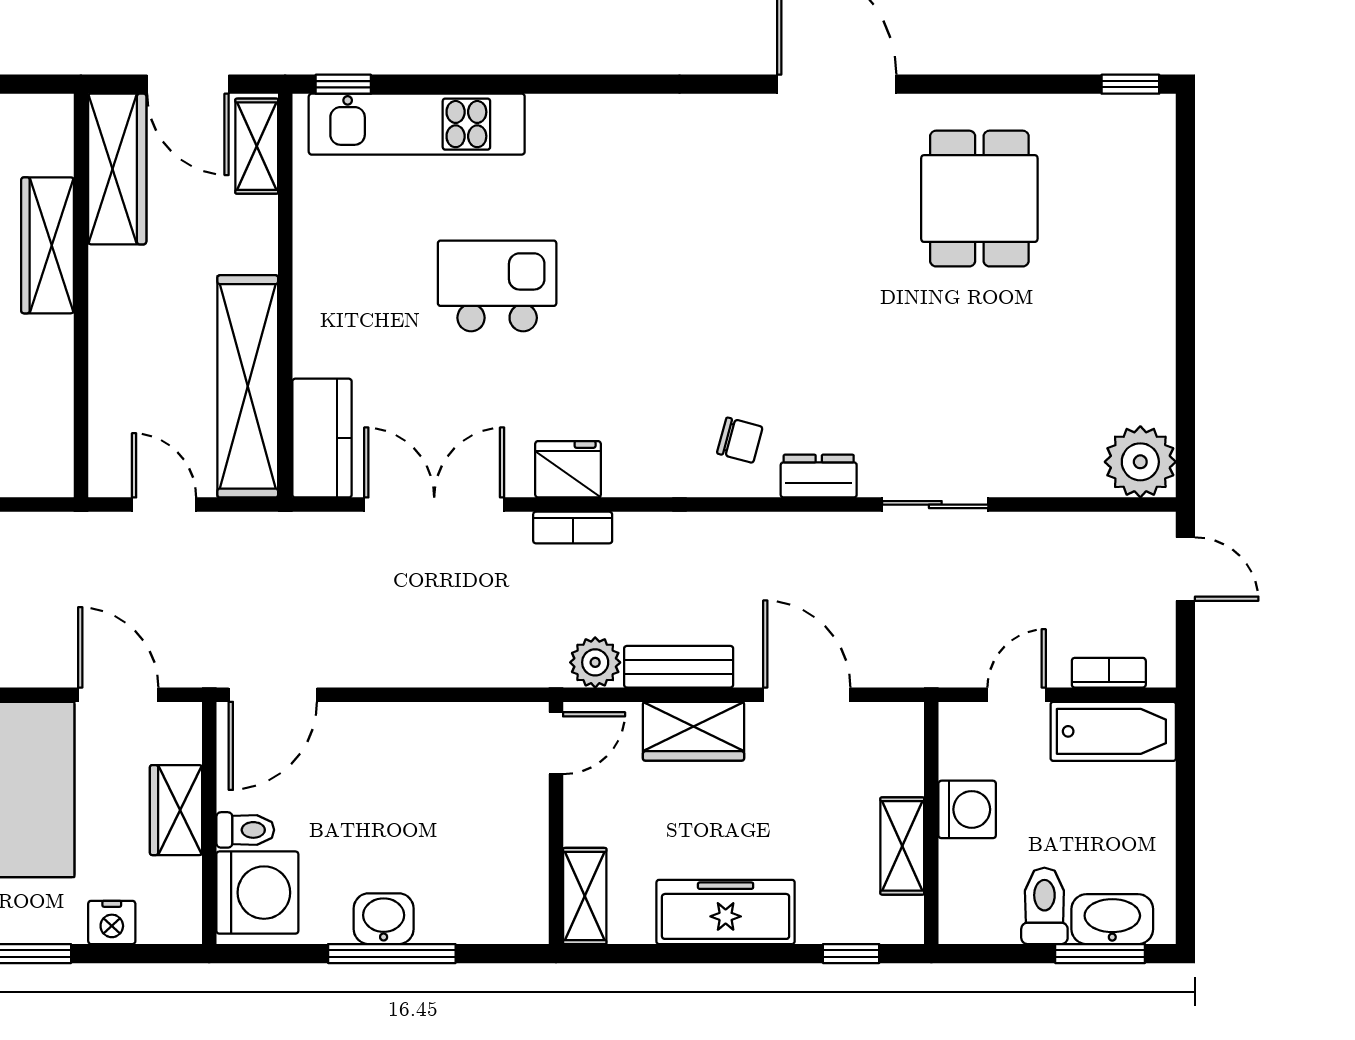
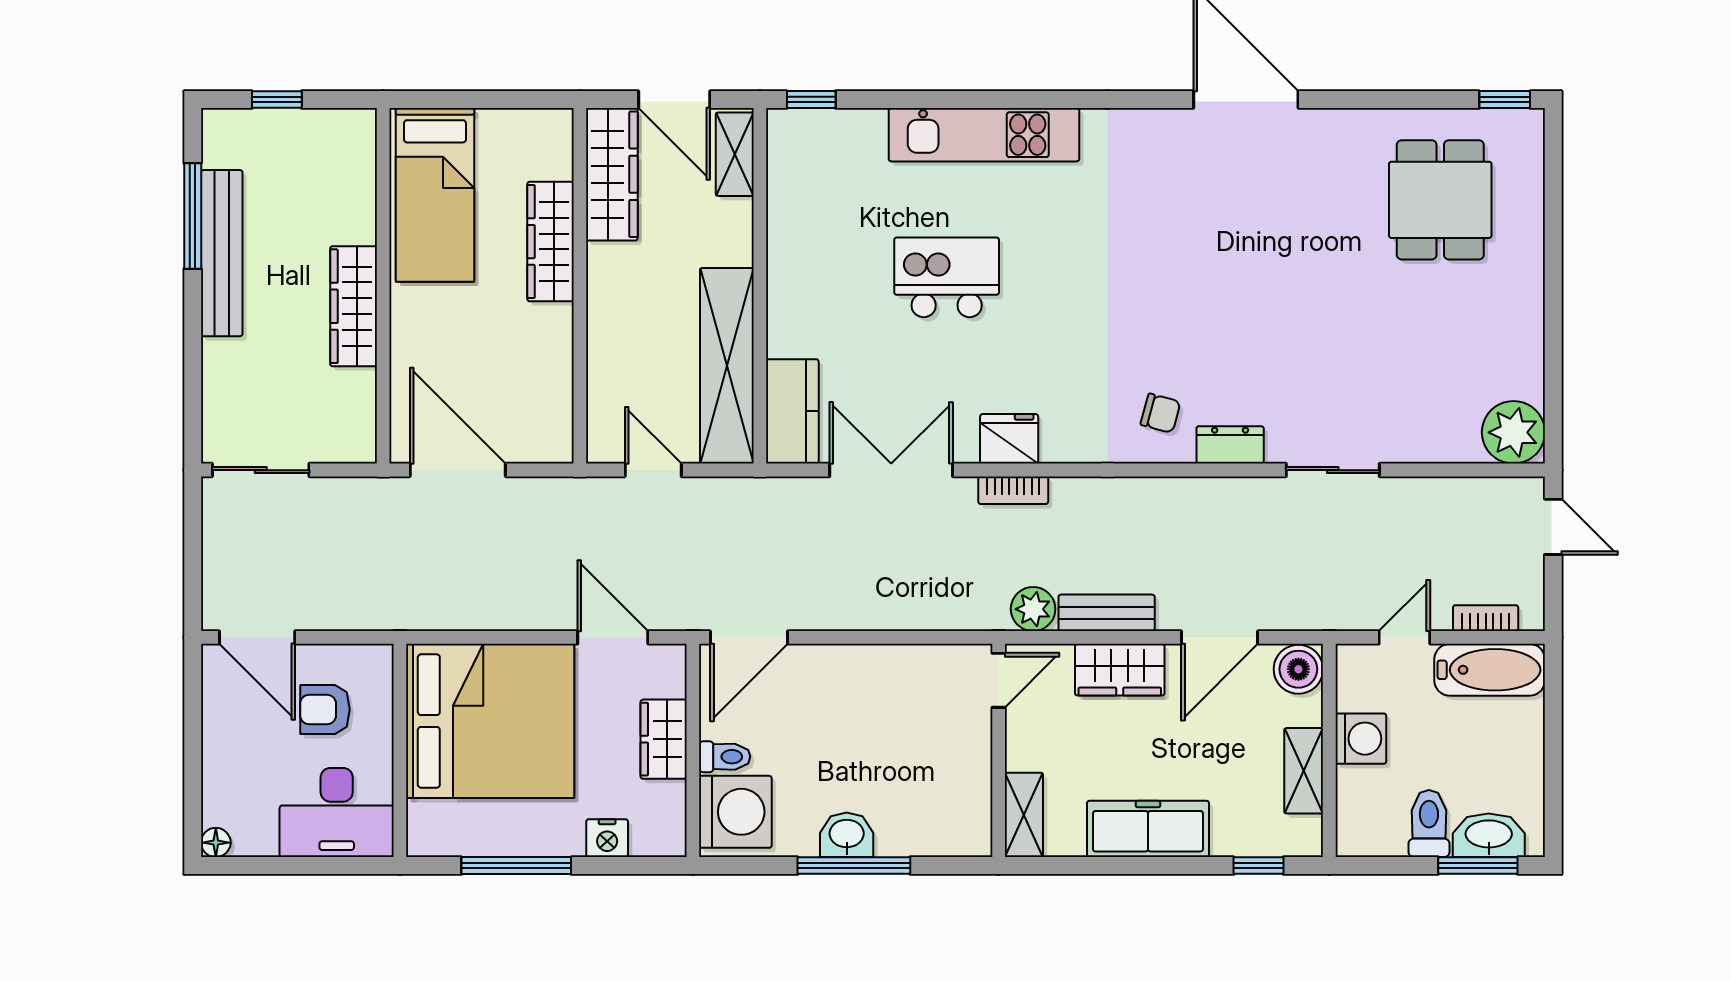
kitchen unit: (417, 124) -> (984, 135), moved
dining table: (979, 199) -> (1440, 200), moved
door: (807, 695) -> (1220, 637), swing flipped
boiler: (896, 731) -> (1298, 669), added

